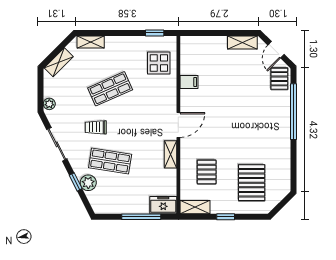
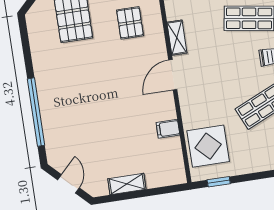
shelving: (242, 42) -> (127, 184), moved
display table: (159, 63) -> (208, 146), width x1.36, depth x1.36
pallet: (279, 79) -> (59, 149), removed

